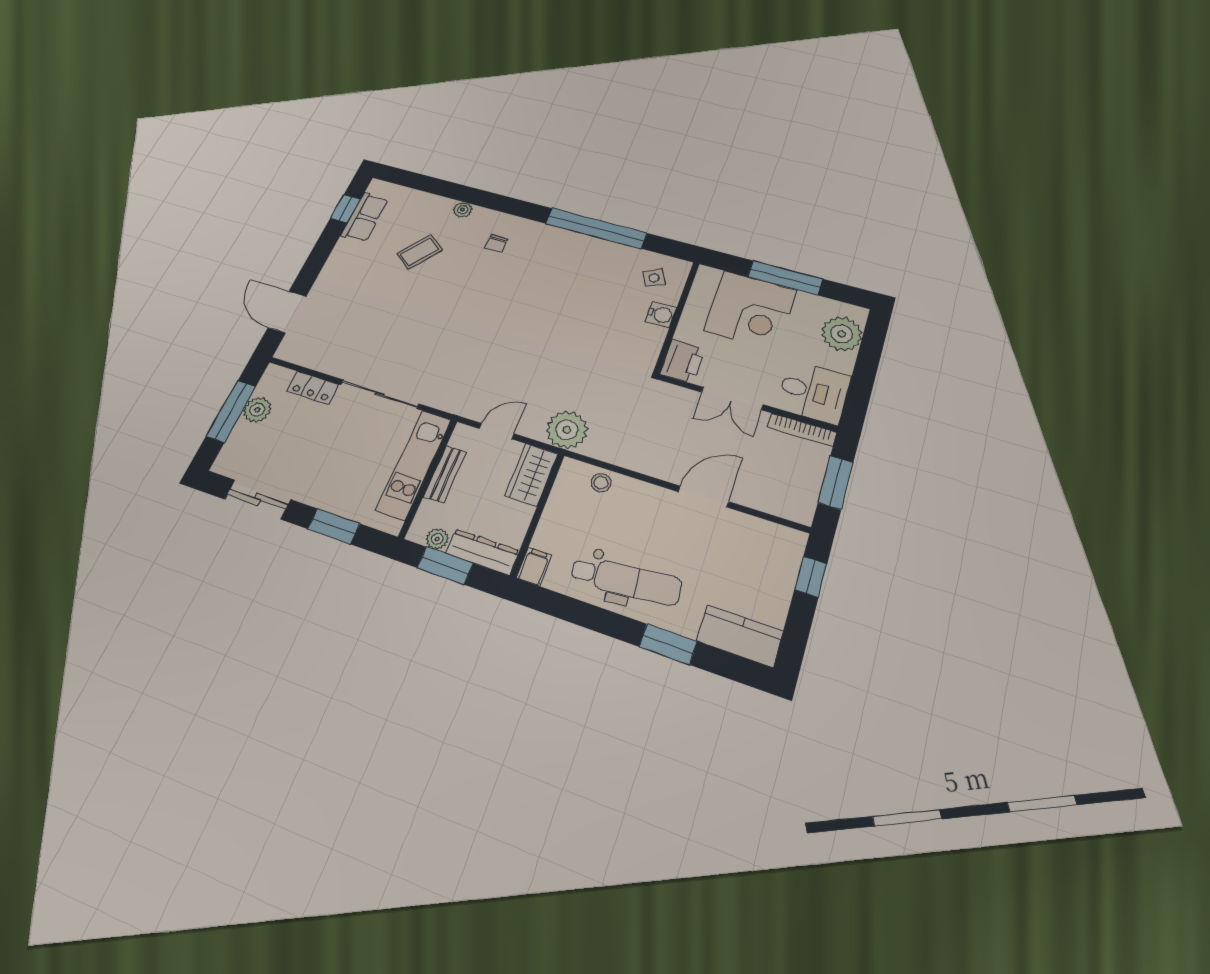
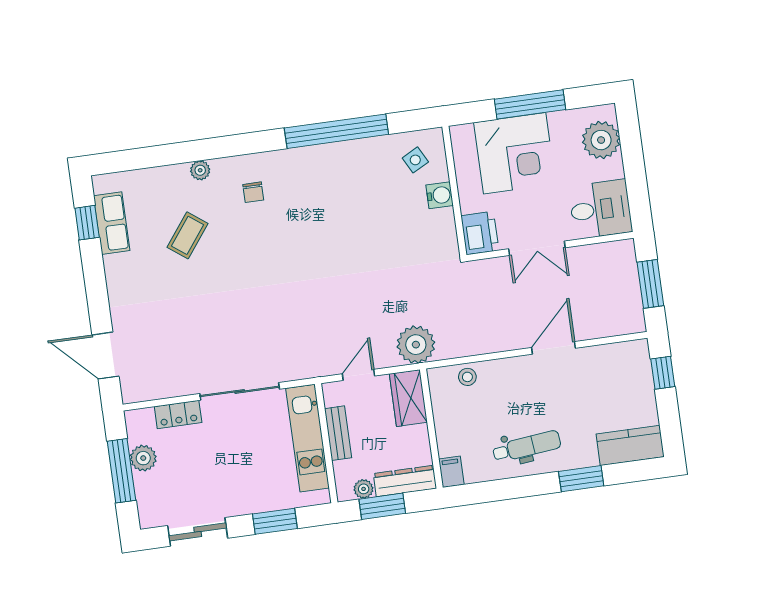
bookcase: (802, 430) -> (605, 250), removed
dental chair: (626, 580) -> (527, 446), width x0.73, depth x0.72

